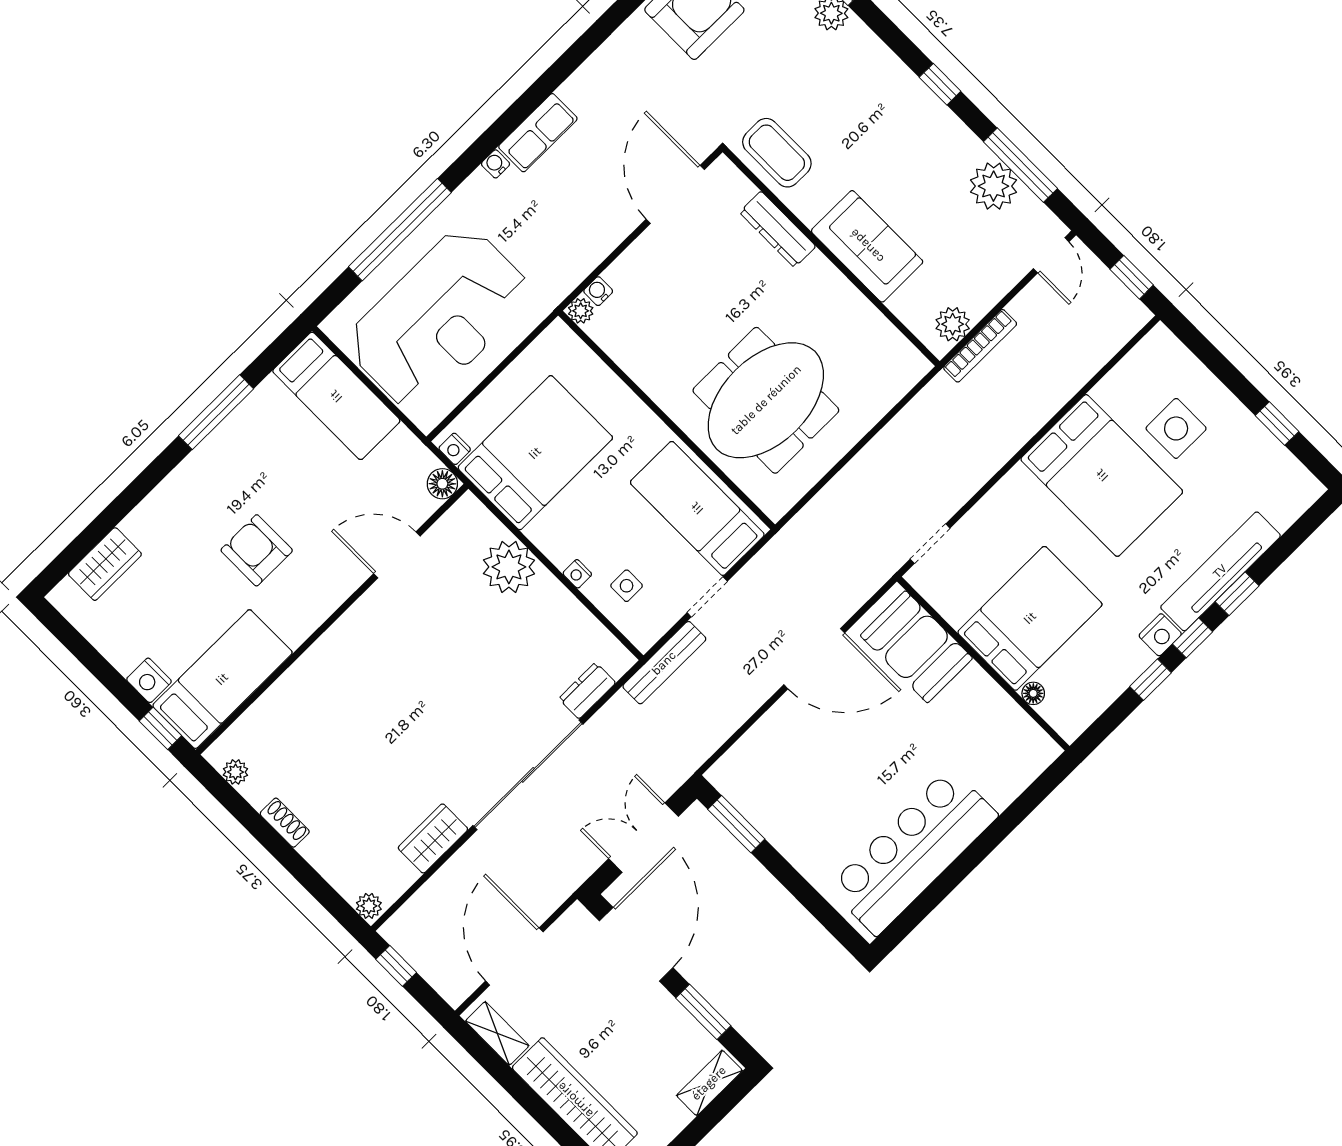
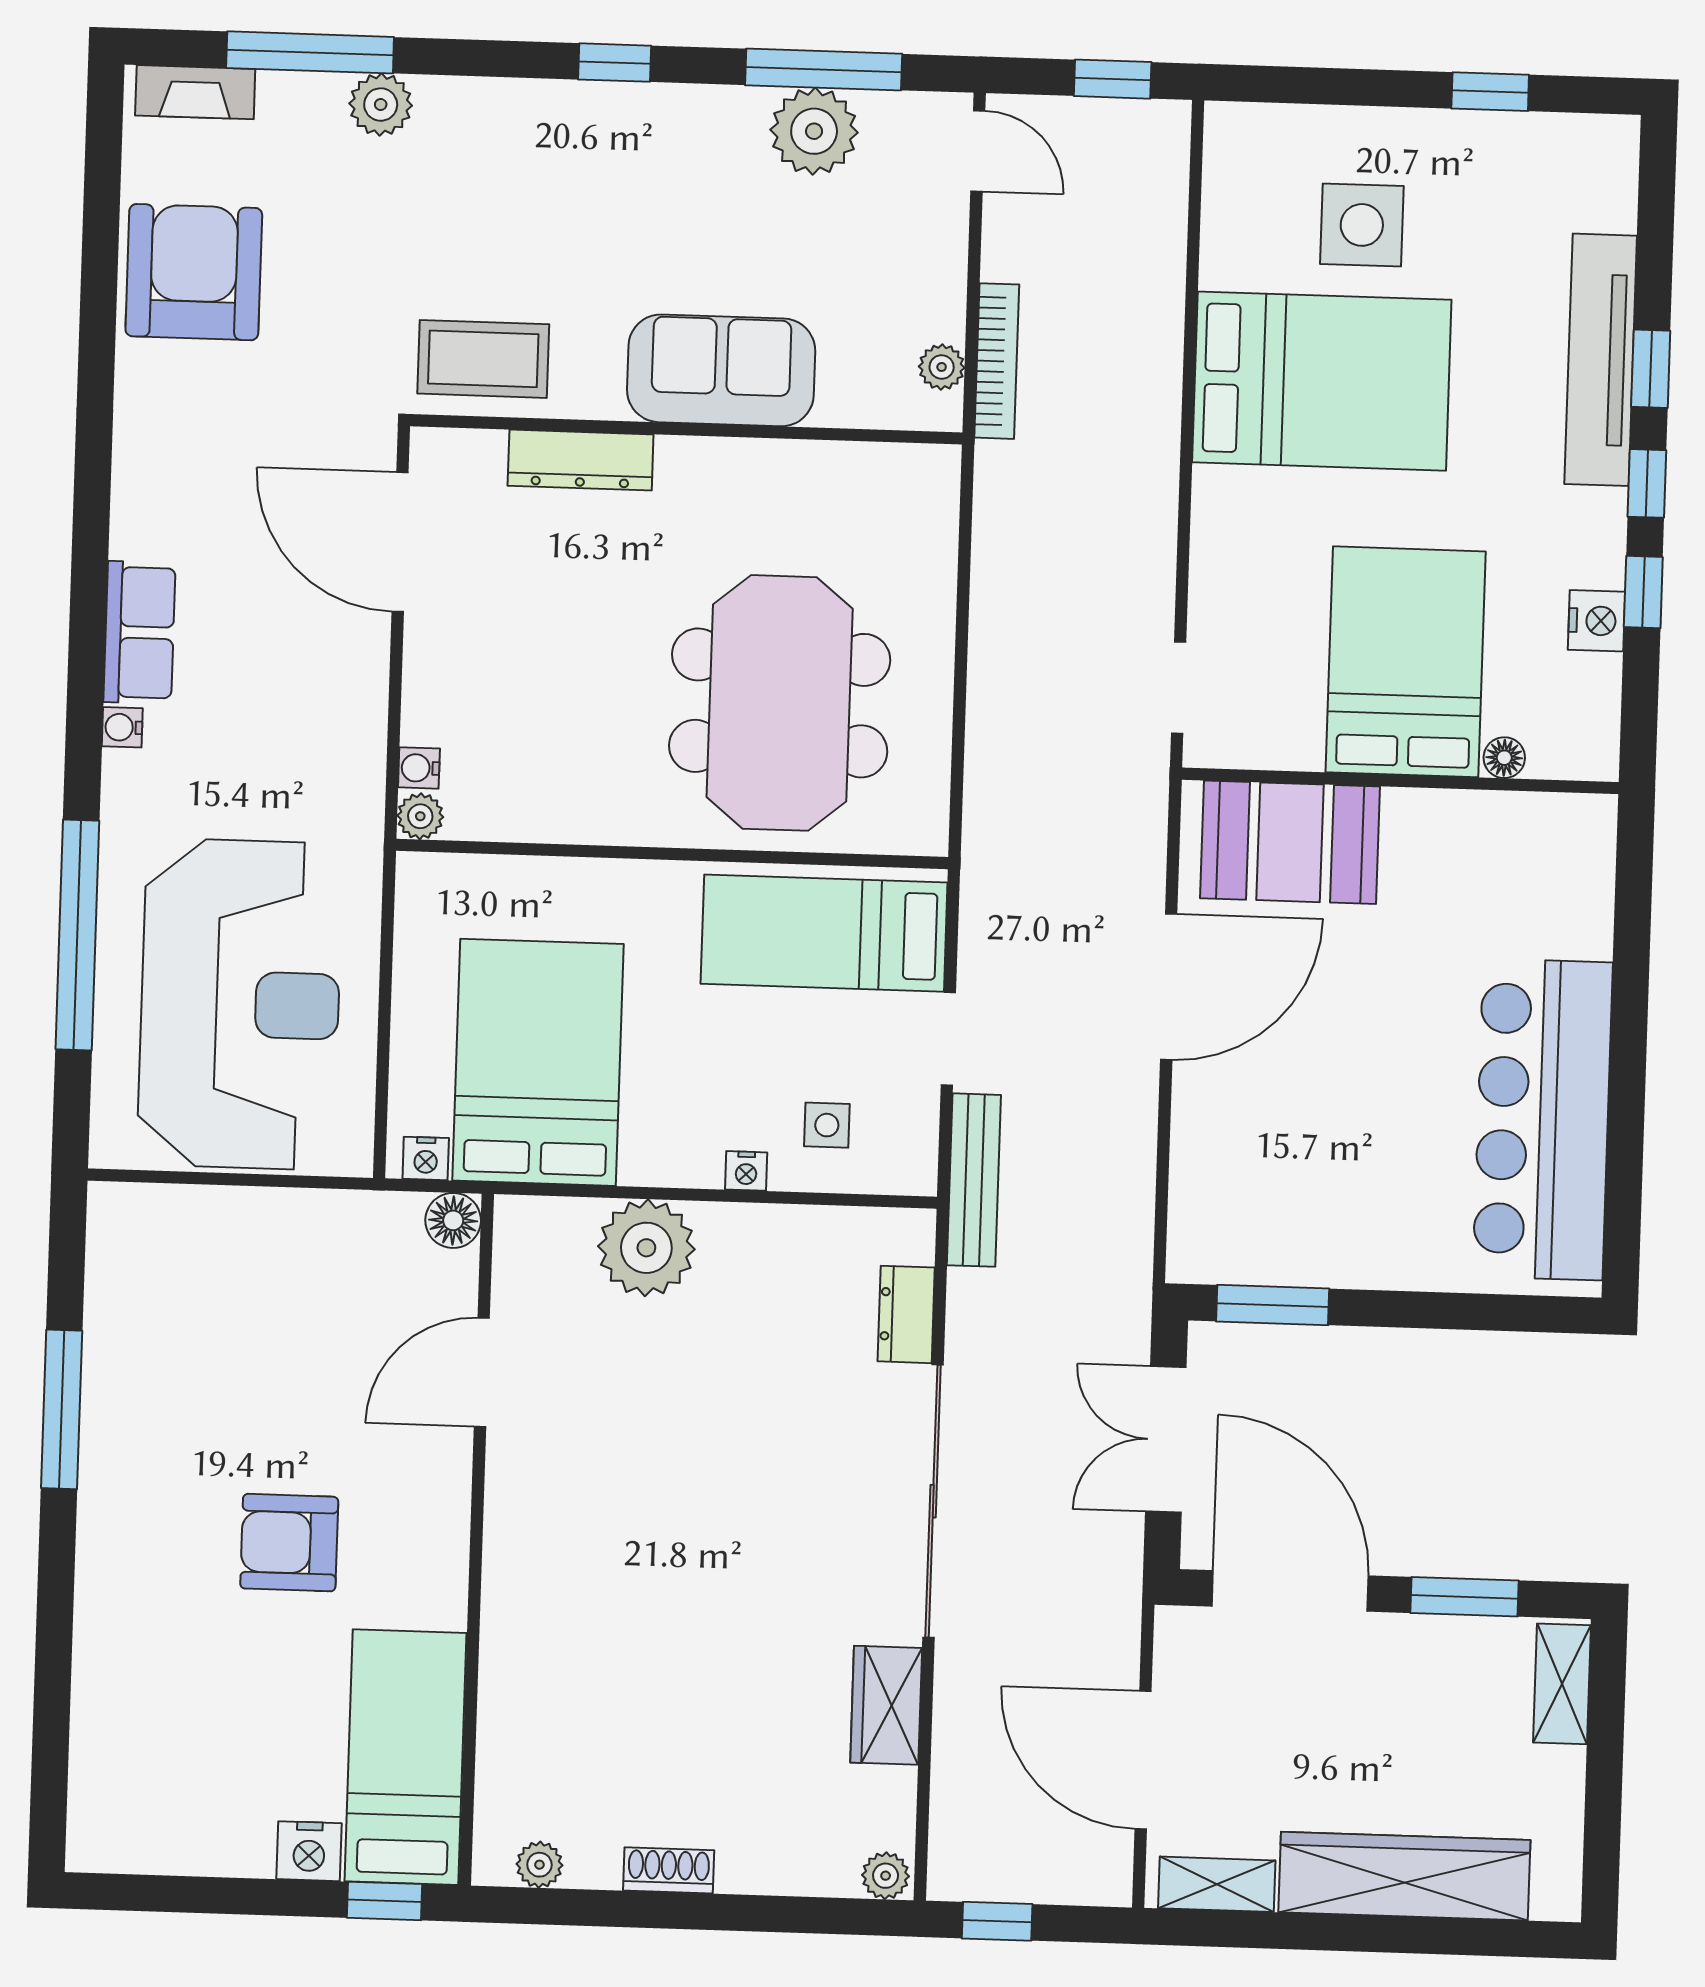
plant: (953, 324) -> (942, 367), width x0.73, depth x0.73
bed: (336, 396) -> (201, 1237), removed
wardrobe: (105, 564) -> (104, 1751), removed
nightstand: (1160, 635) -> (1597, 621), moved

